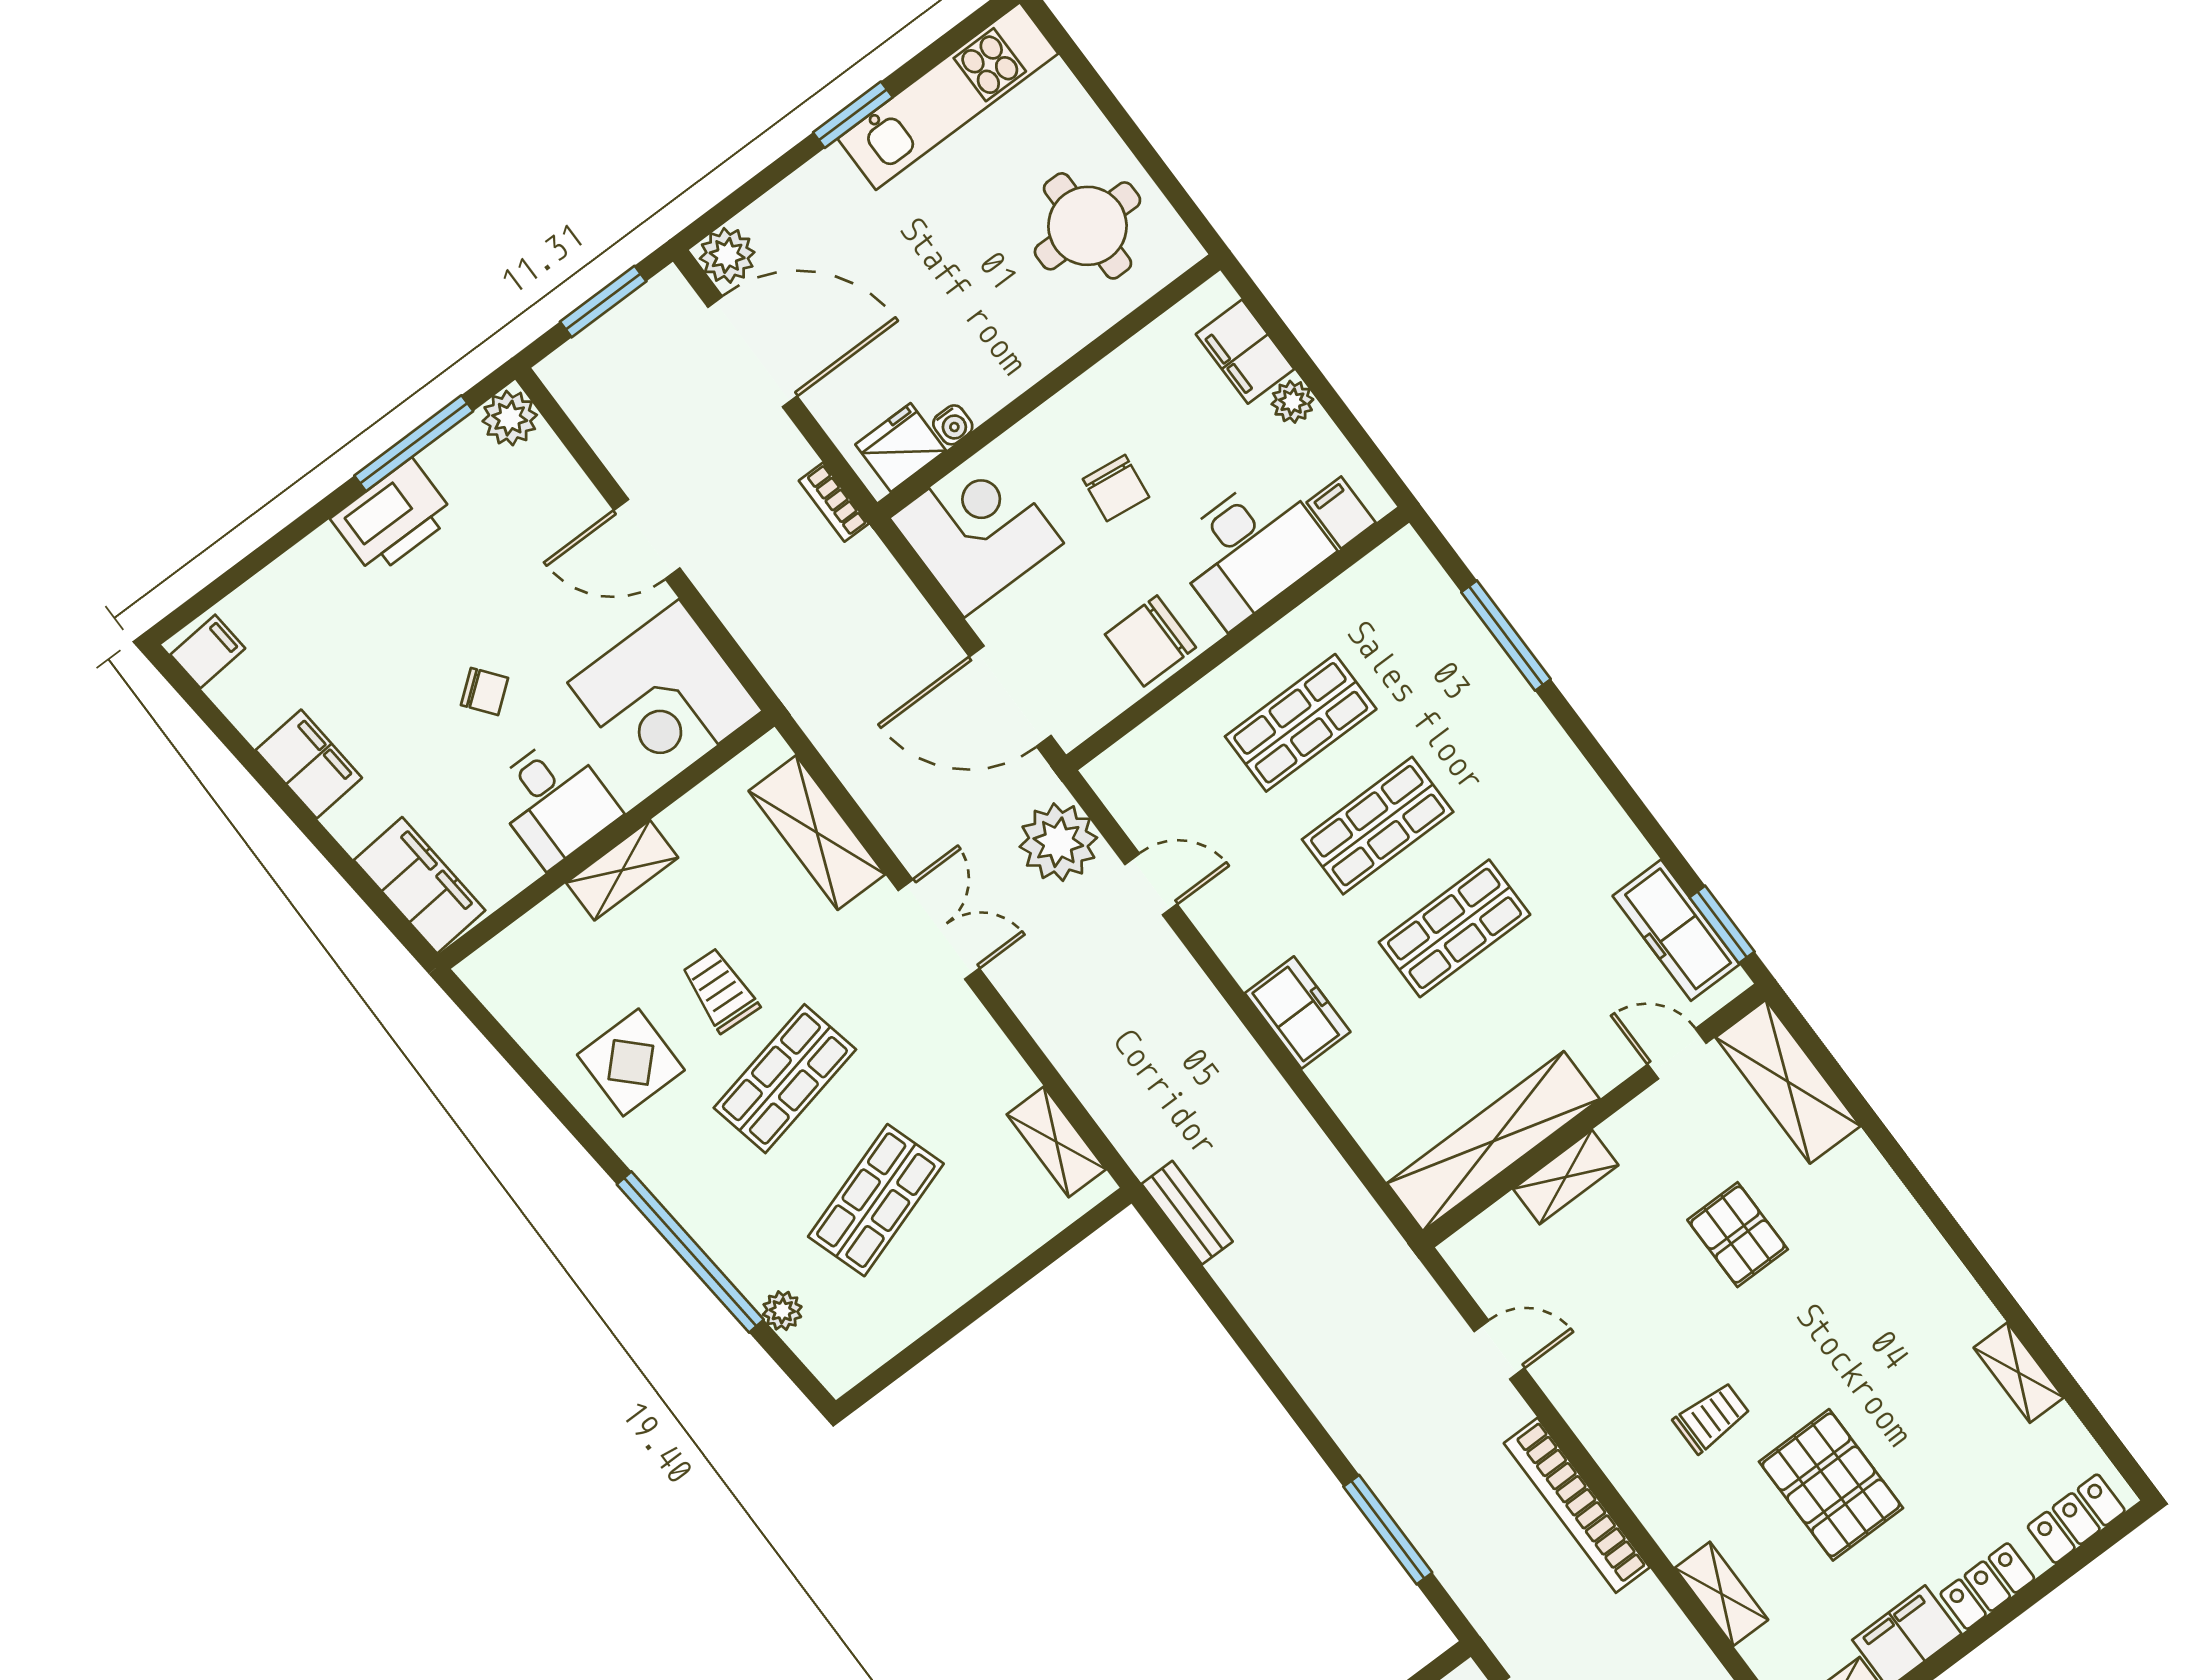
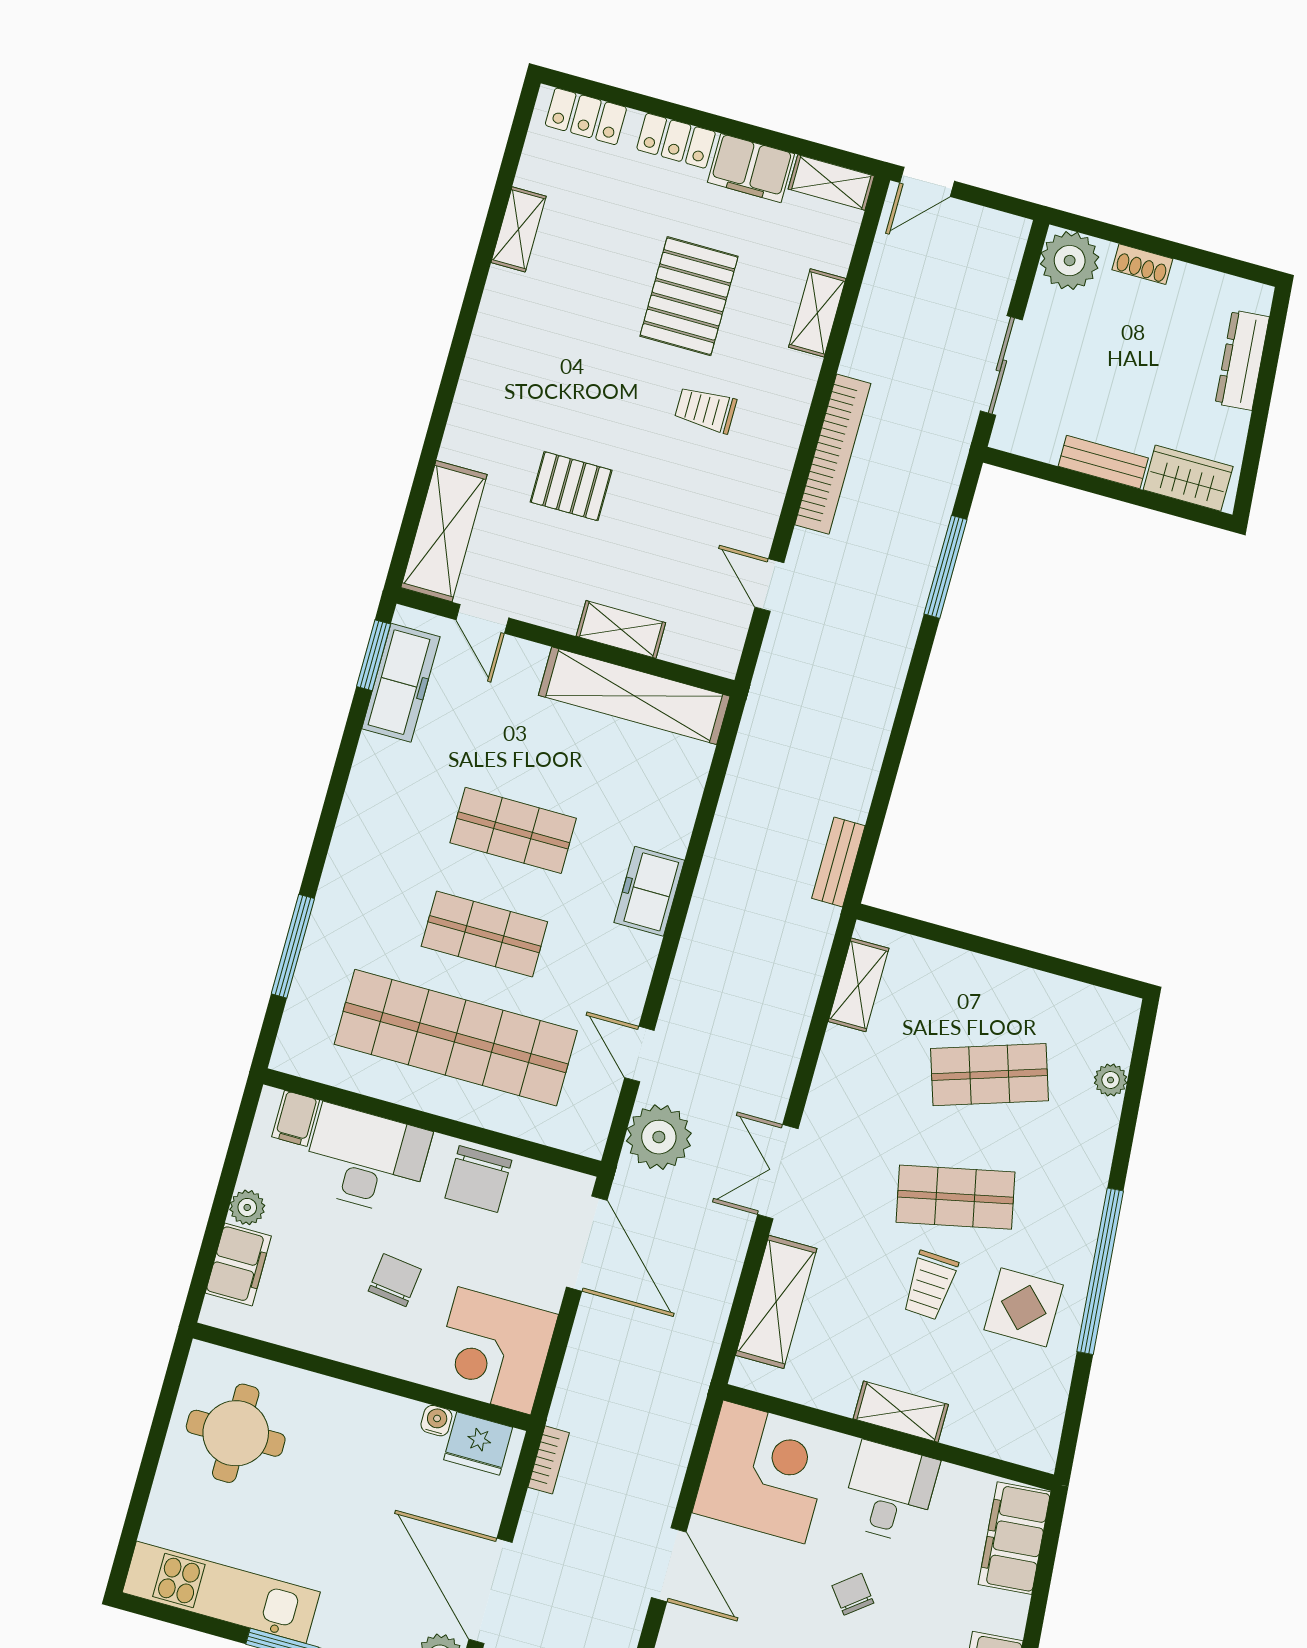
chair: (1150, 641) -> (478, 1179), turned 90
shop shelf: (1301, 723) -> (456, 1038), width x2.00, depth x1.36
pallet: (1738, 1235) -> (571, 486), turned 90
window: (690, 1252) -> (1100, 1271), moved

